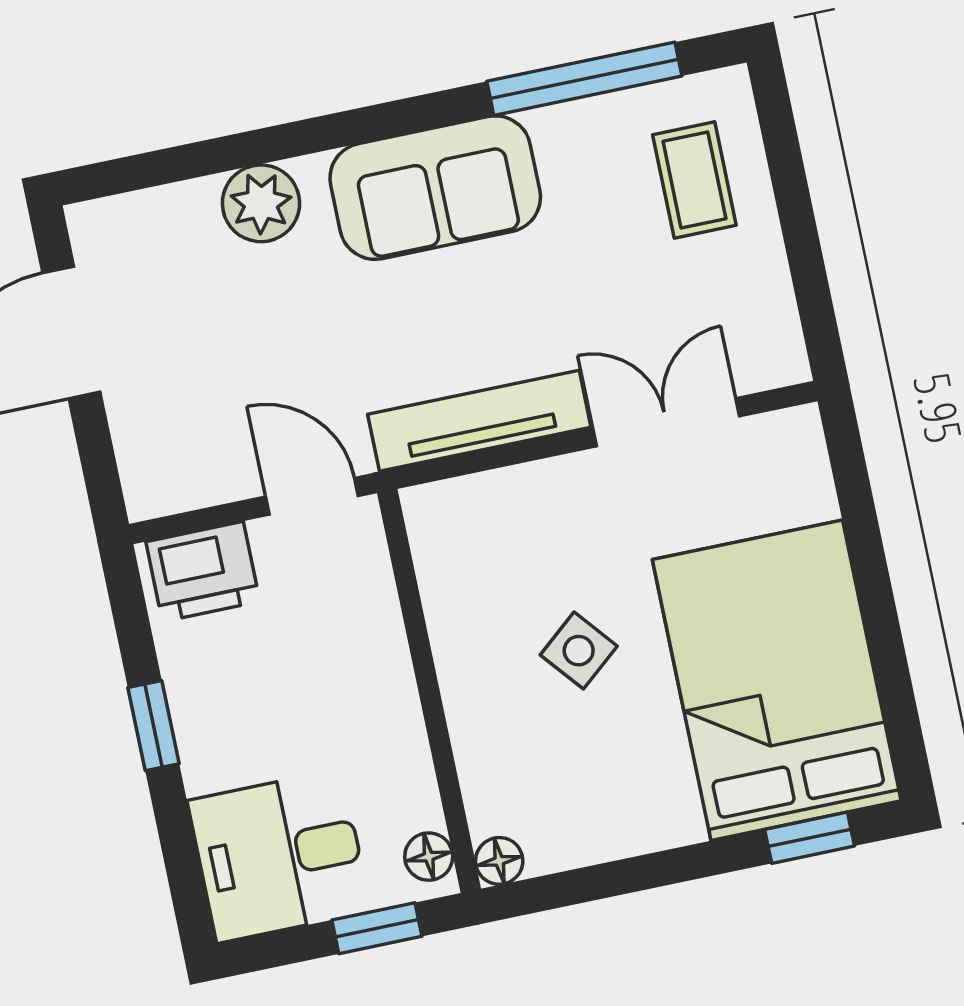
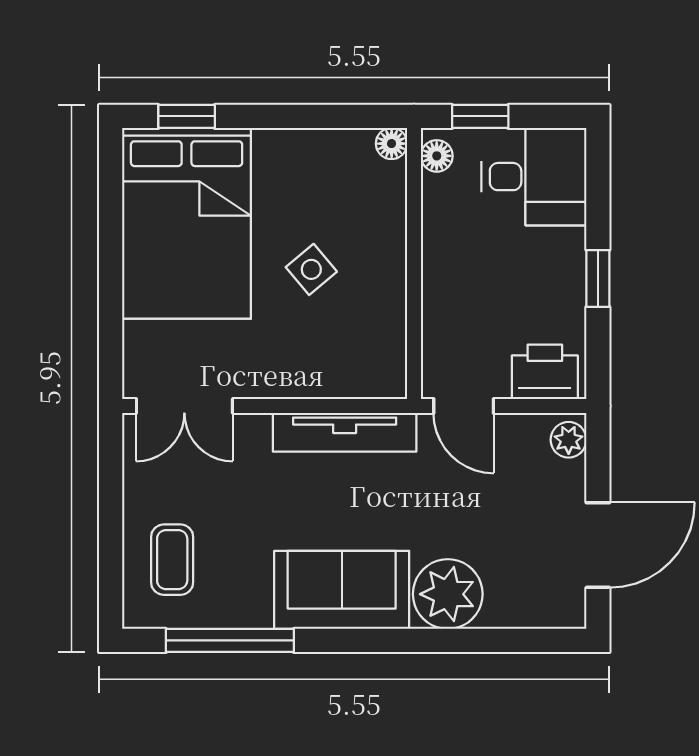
plant: (261, 203) -> (448, 594), width x1.36, depth x1.36
double door: (666, 422) -> (184, 406), moved
plant: (147, 479) -> (569, 440), added

